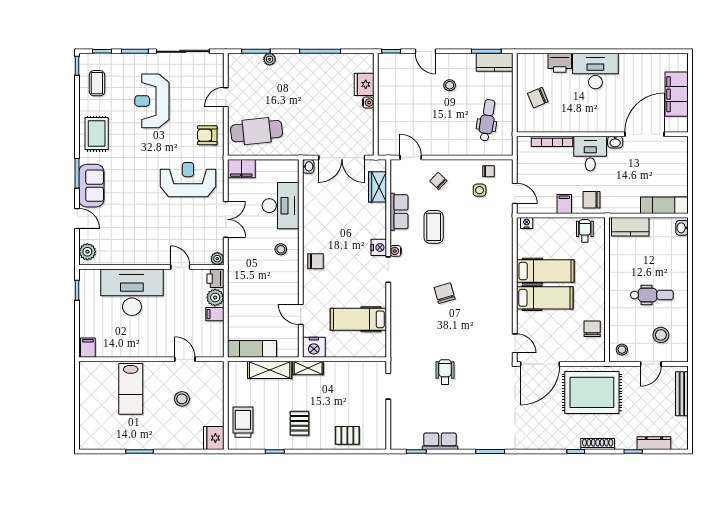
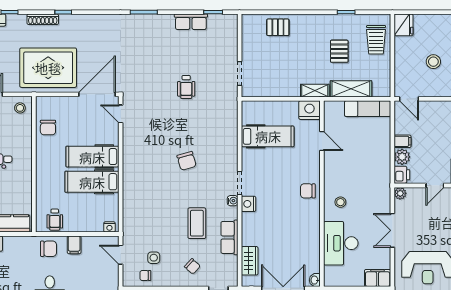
door: (180, 267) -> (435, 186), hinge flipped
door: (185, 359) -> (409, 99), moved
pallet: (300, 423) -> (339, 51), moved

